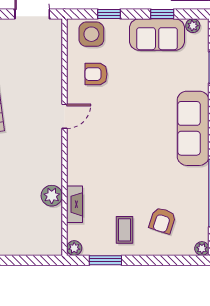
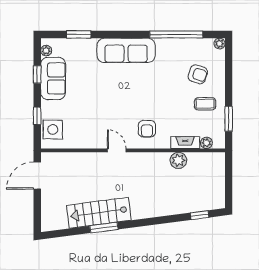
armchair: (96, 74) -> (147, 129), moved
plant: (74, 248) -> (206, 143), moved

